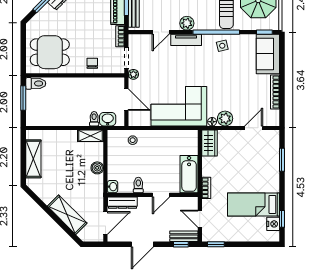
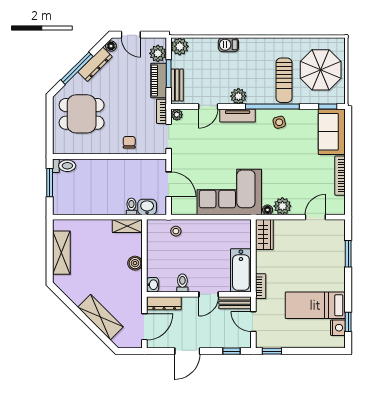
dining table: (50, 52) -> (82, 114), moved
plant: (133, 74) -> (177, 115), moved
bench: (184, 236) -> (235, 303), moved

